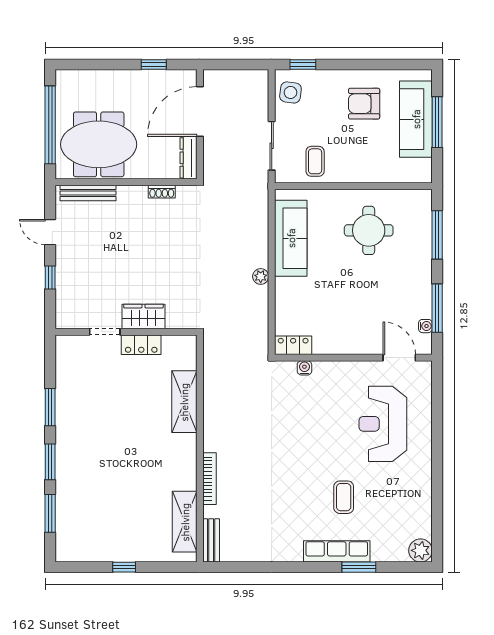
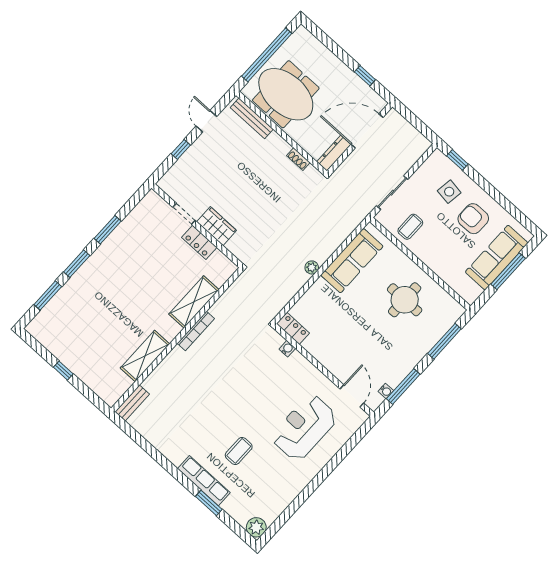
side table: (290, 92) -> (449, 192), moved
bookcase: (209, 479) -> (196, 331), moved
shelving: (185, 522) -> (145, 356), moved

